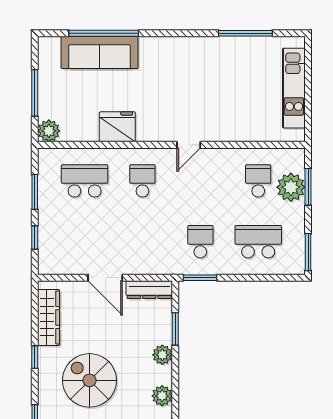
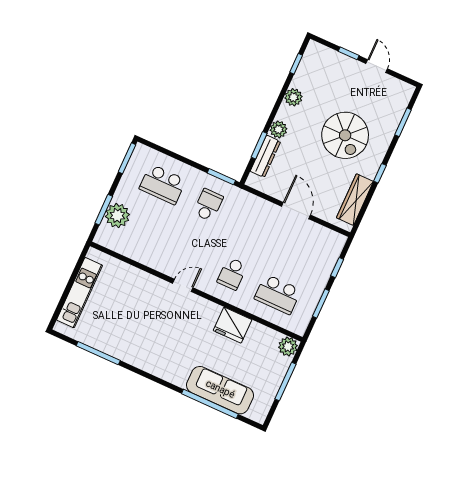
school desk: (258, 181) -> (141, 232), removed
school desk: (200, 242) -> (208, 205), turned 180
dresser: (149, 290) -> (265, 156), moved, turned 90

